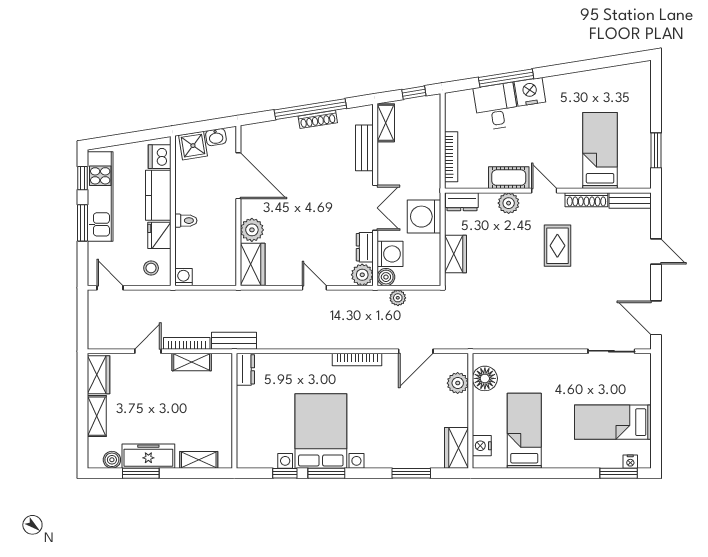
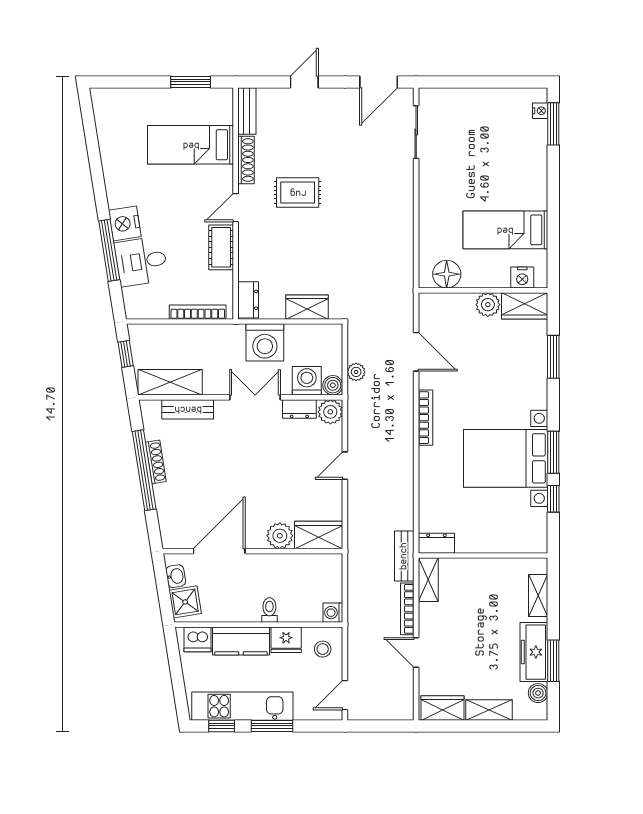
shelving: (386, 123) -> (170, 382), width x1.50, depth x1.33
plant: (509, 203) -> (250, 247), removed
shelving: (192, 362) -> (428, 580), moved
plant: (458, 383) -> (488, 305), moved
bed: (613, 422) -> (496, 130), removed

